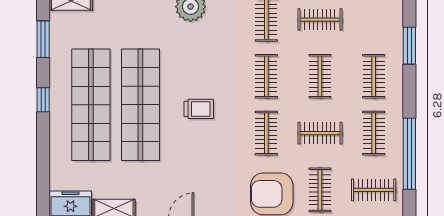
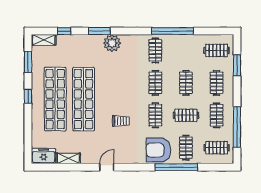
clothes rail: (320, 20) -> (217, 50), moved
trolley: (199, 109) -> (121, 121), moved

